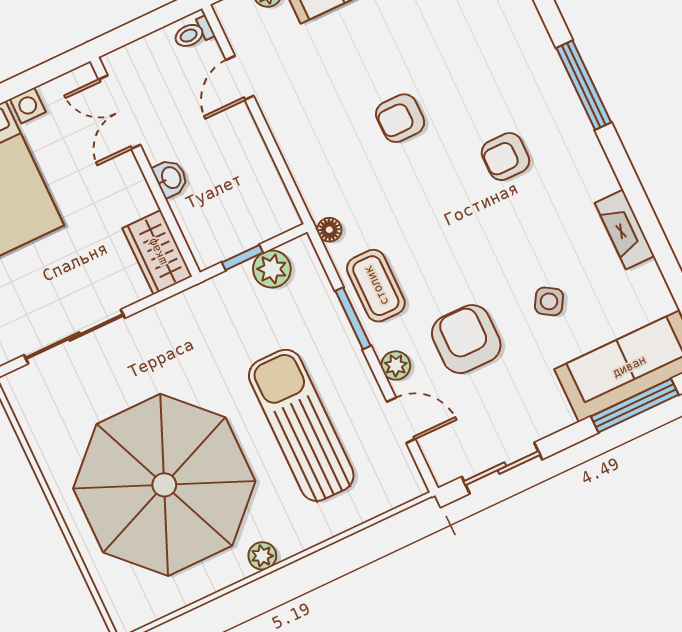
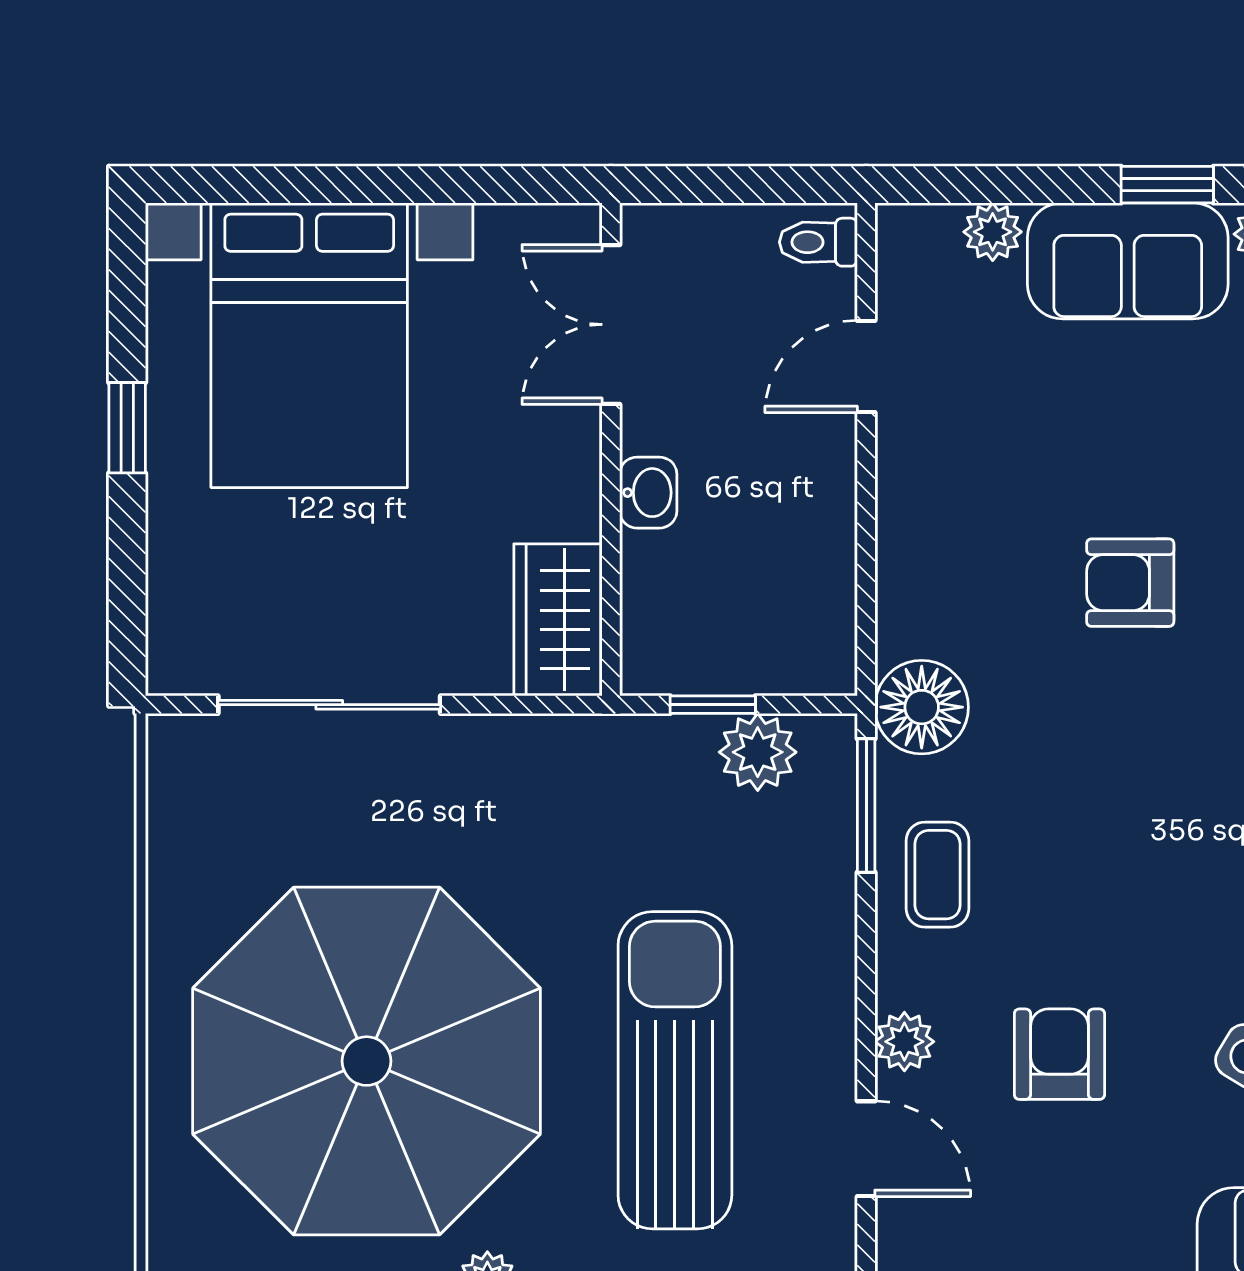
floor lamp: (329, 230) -> (922, 707), width x1.89, depth x1.89
coffee table: (376, 286) -> (938, 875), width x0.73, depth x0.77
window: (353, 318) -> (866, 805), moved
armchair: (466, 339) -> (1059, 1054), width x0.72, depth x0.72

